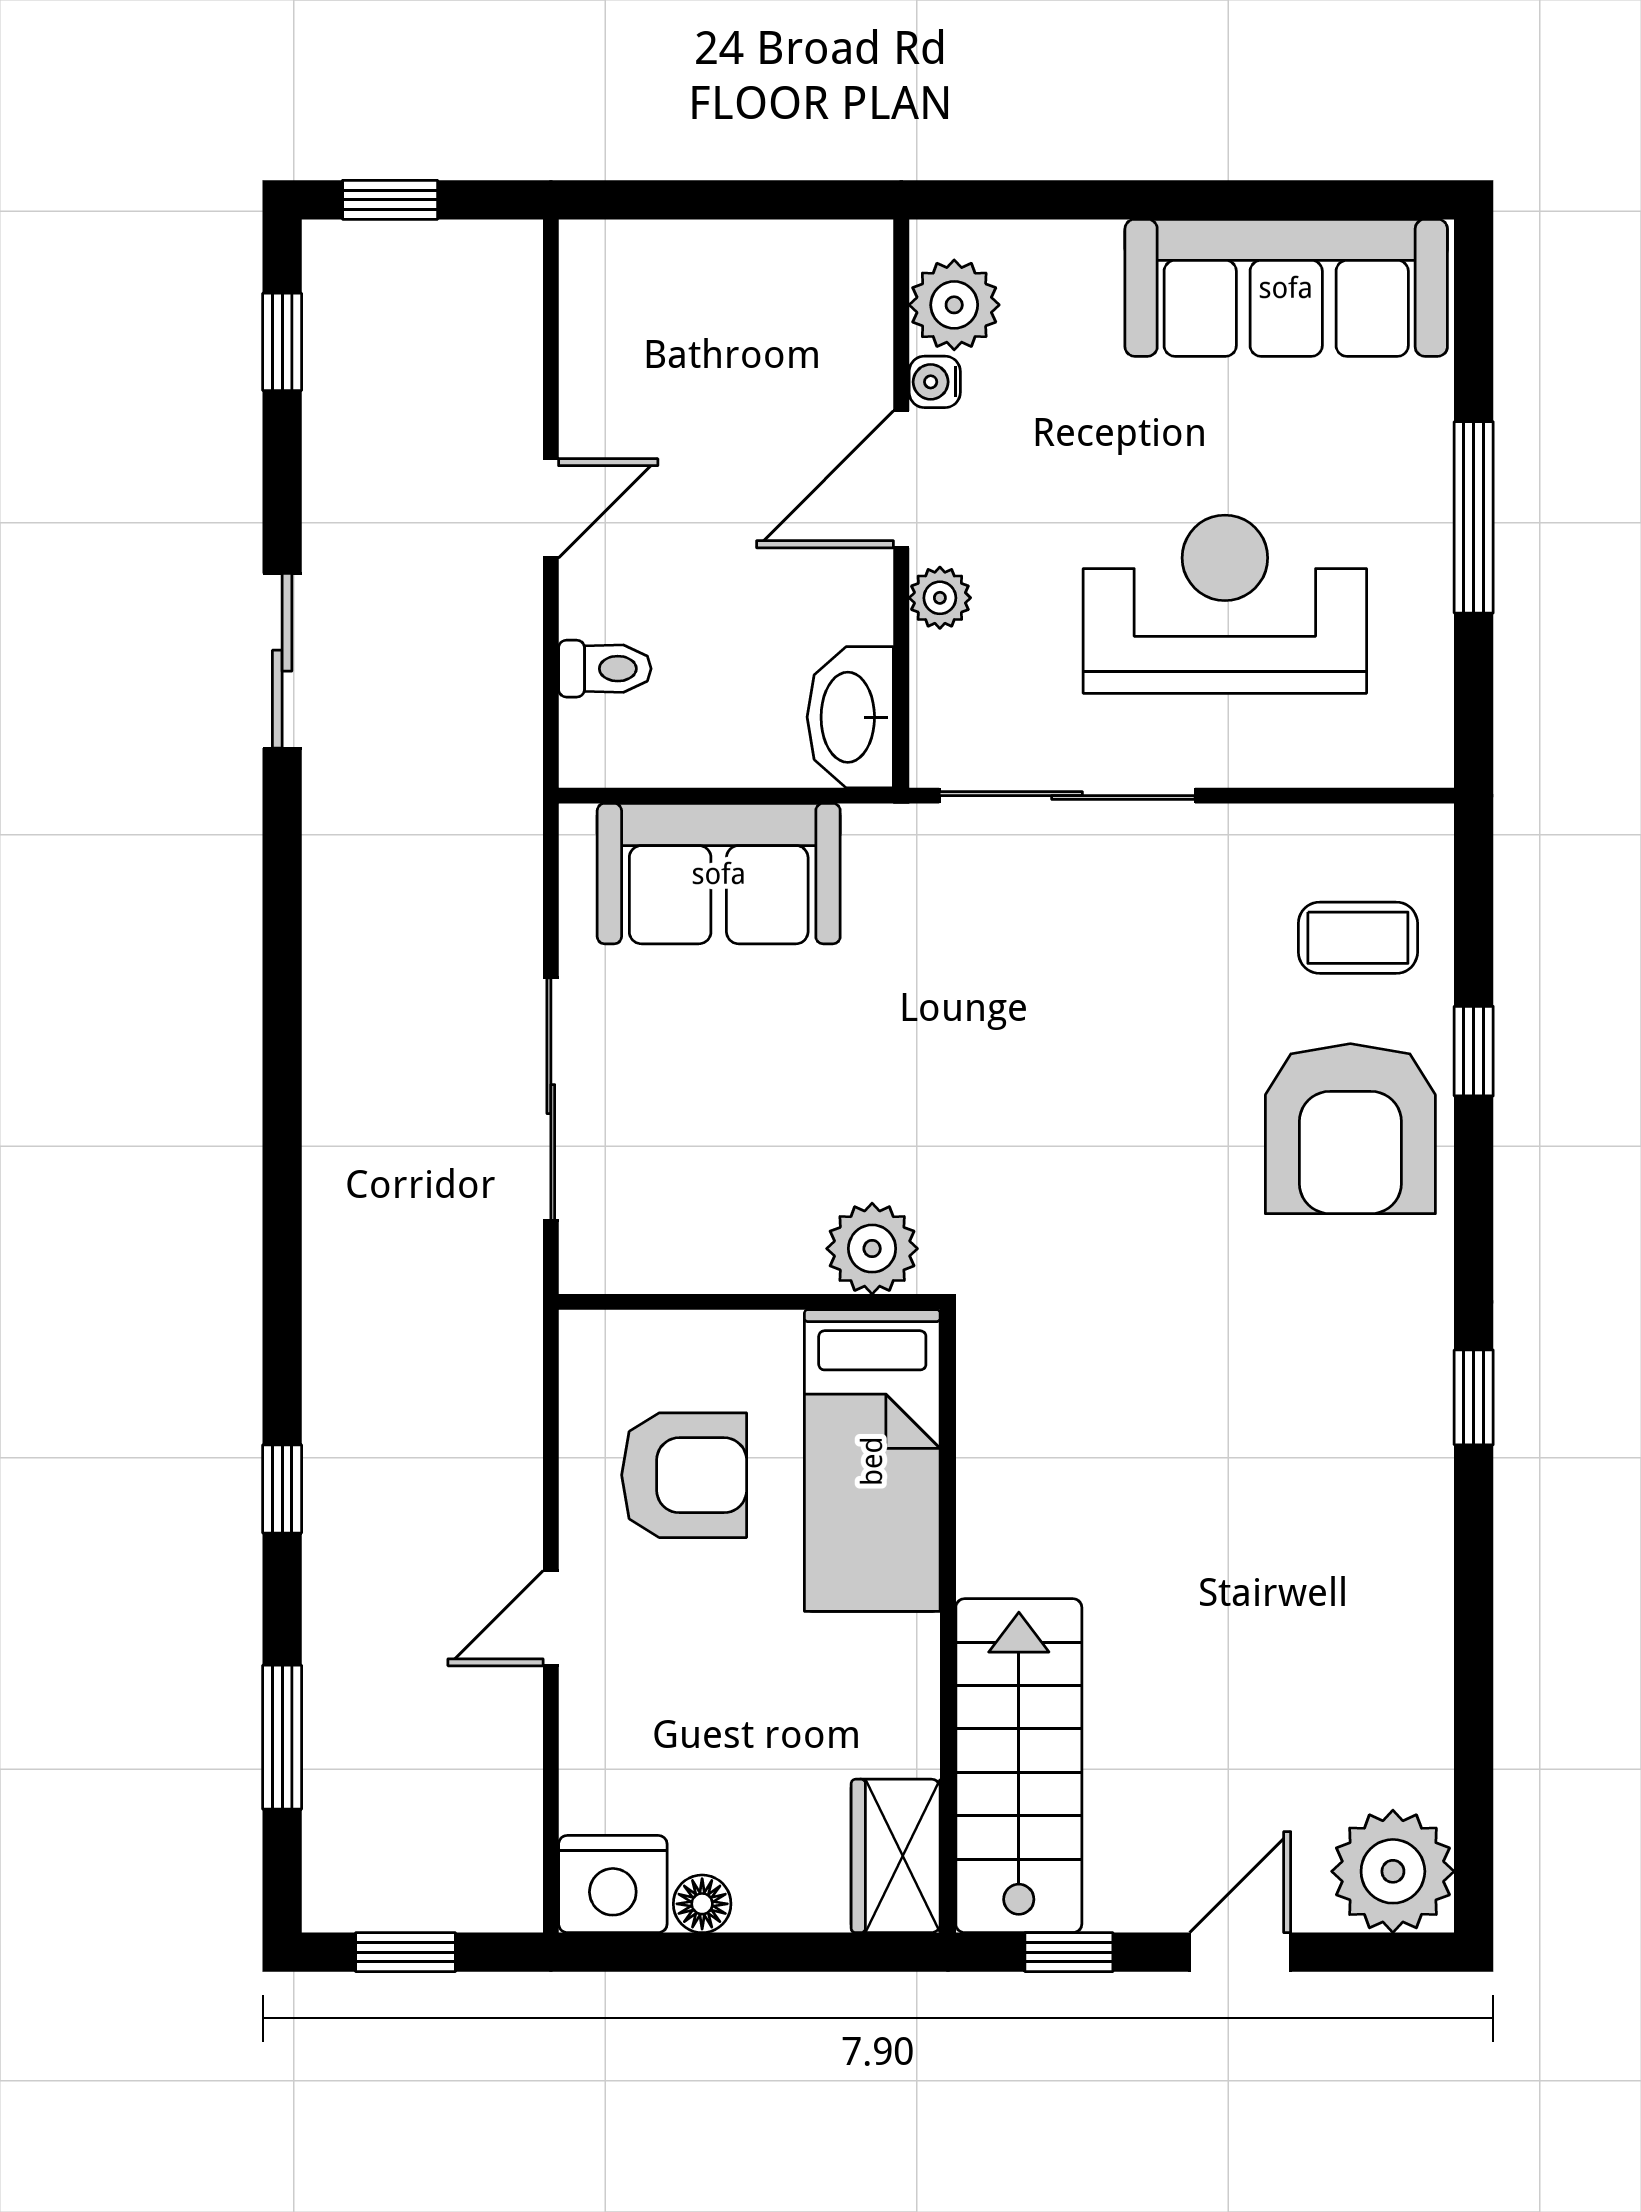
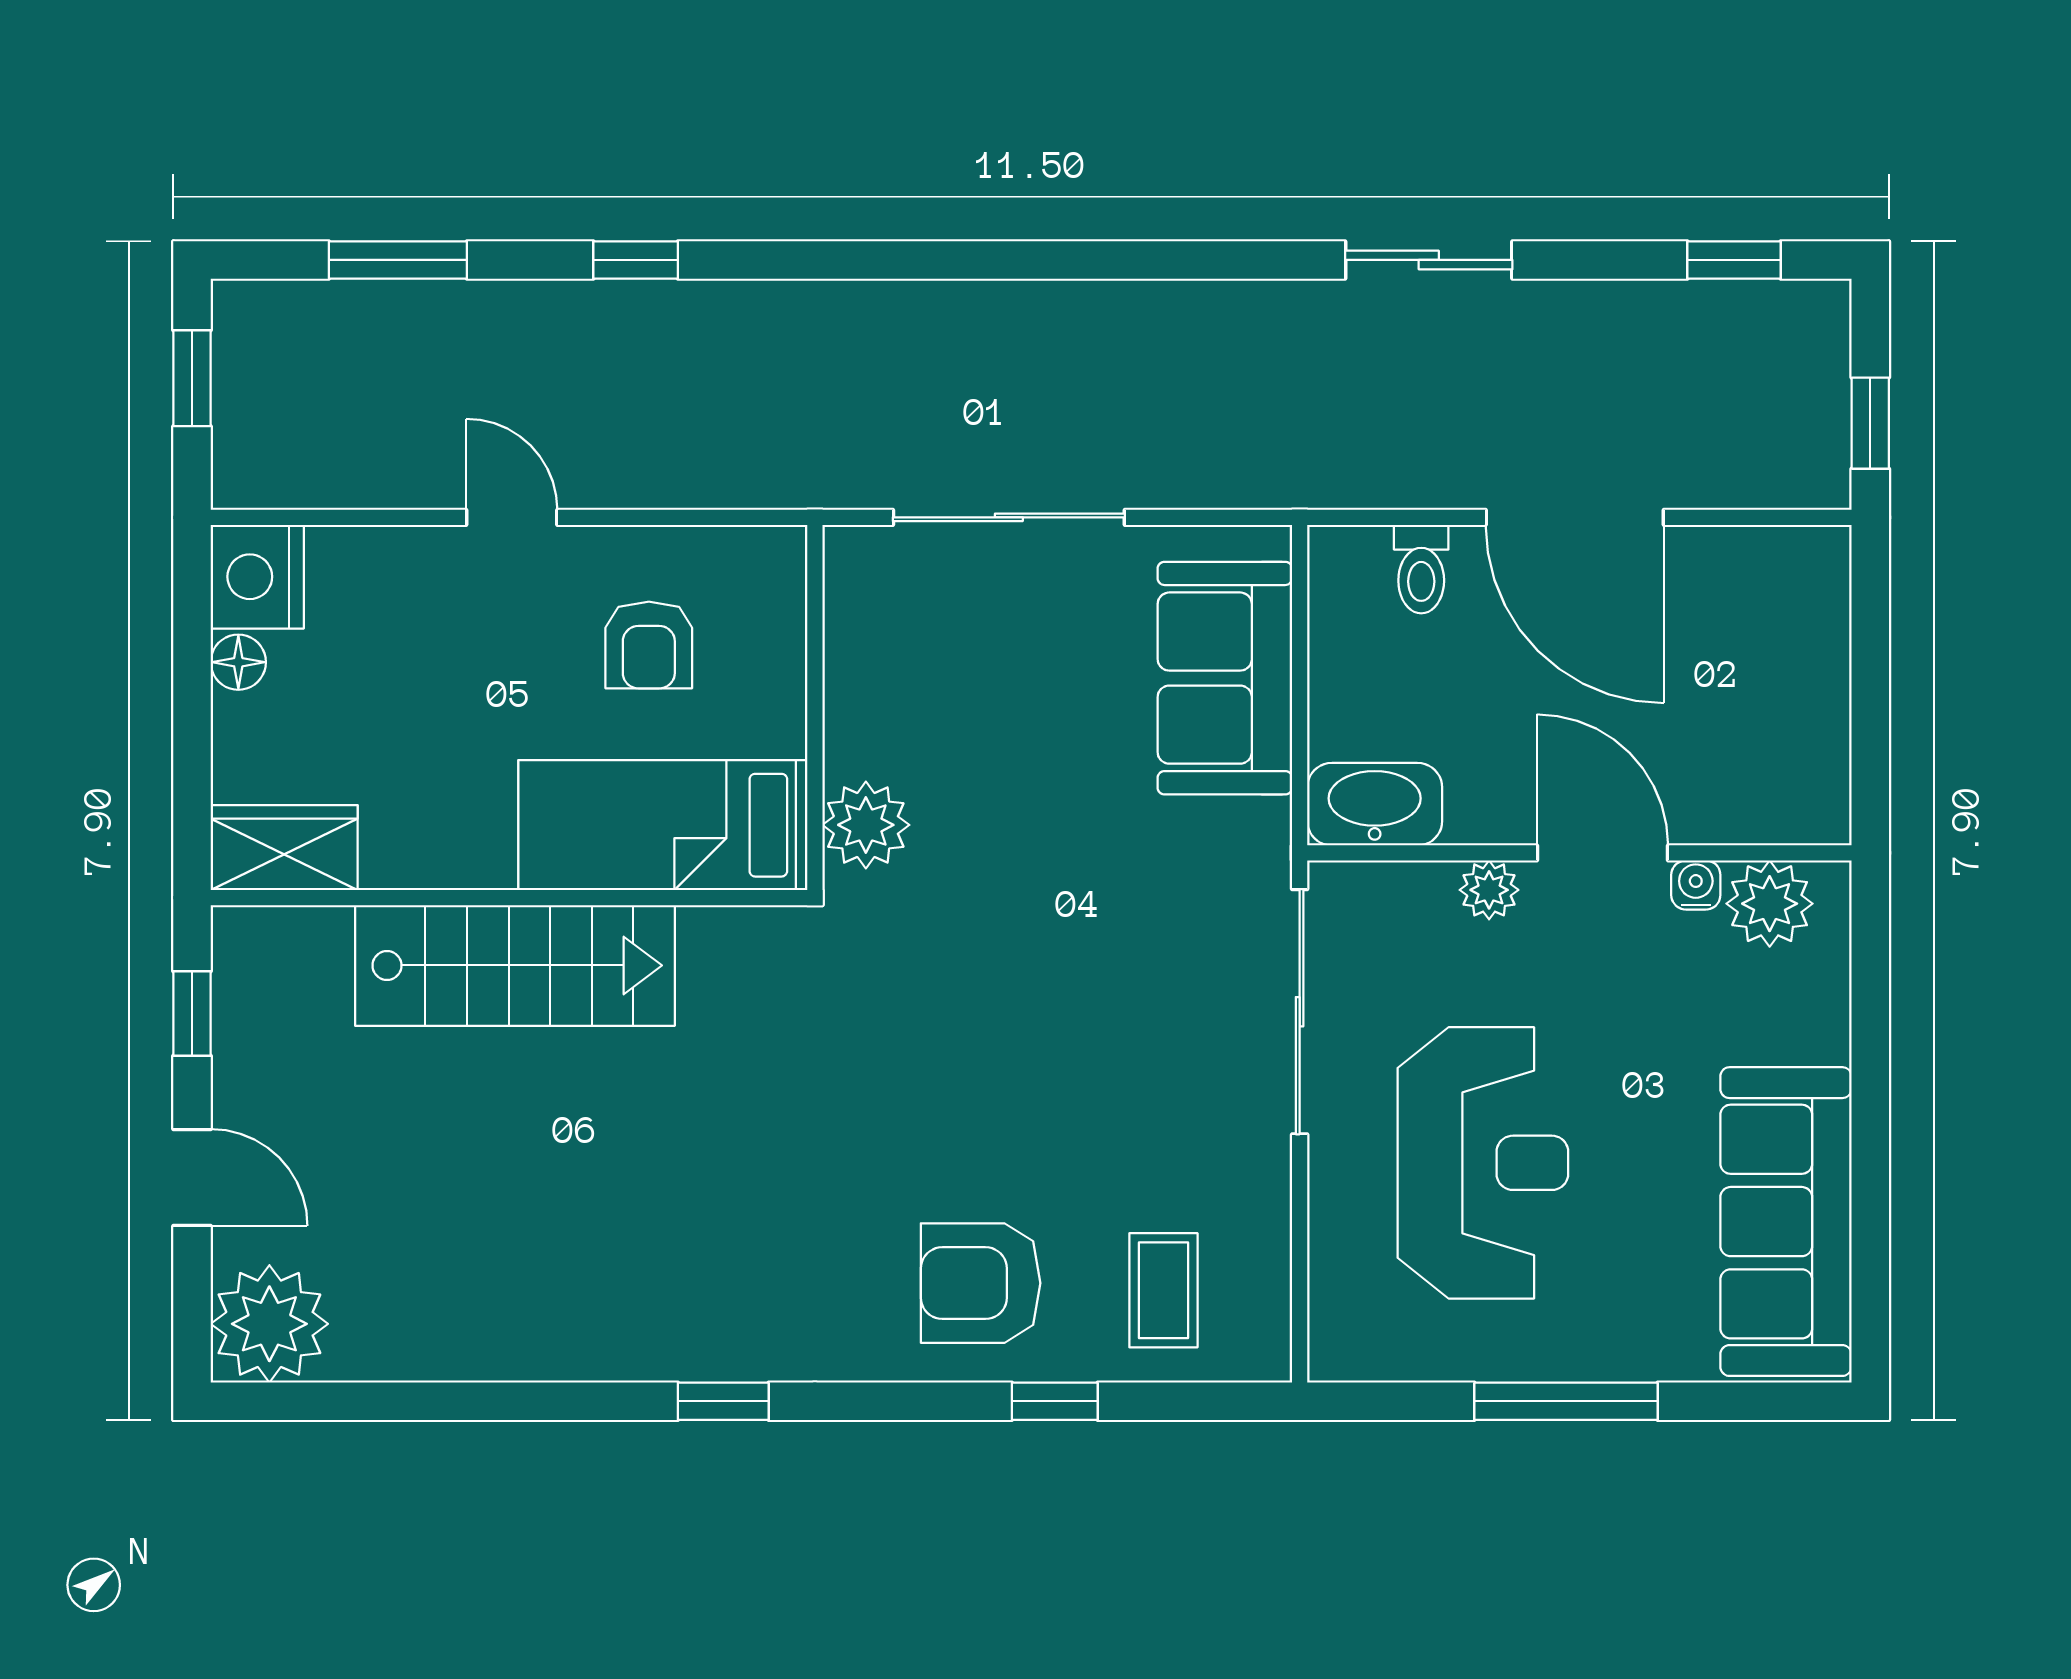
window: (390, 200) -> (1870, 423), moved
door: (551, 508) -> (1575, 517), width x1.88
armchair: (1350, 1129) -> (981, 1283), width x0.73, depth x0.73
armchair: (684, 1475) -> (649, 645), width x0.72, depth x0.72
stairs: (1019, 1766) -> (515, 965), moved

